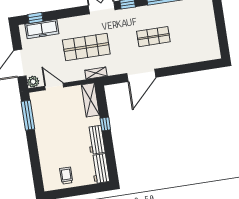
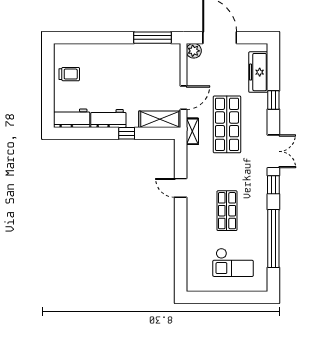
window: (35, 18) -> (273, 100), moved
checkout: (193, 26) -> (233, 262), added
door: (141, 75) -> (181, 188), width x0.53
door: (54, 87) -> (183, 98), moved

